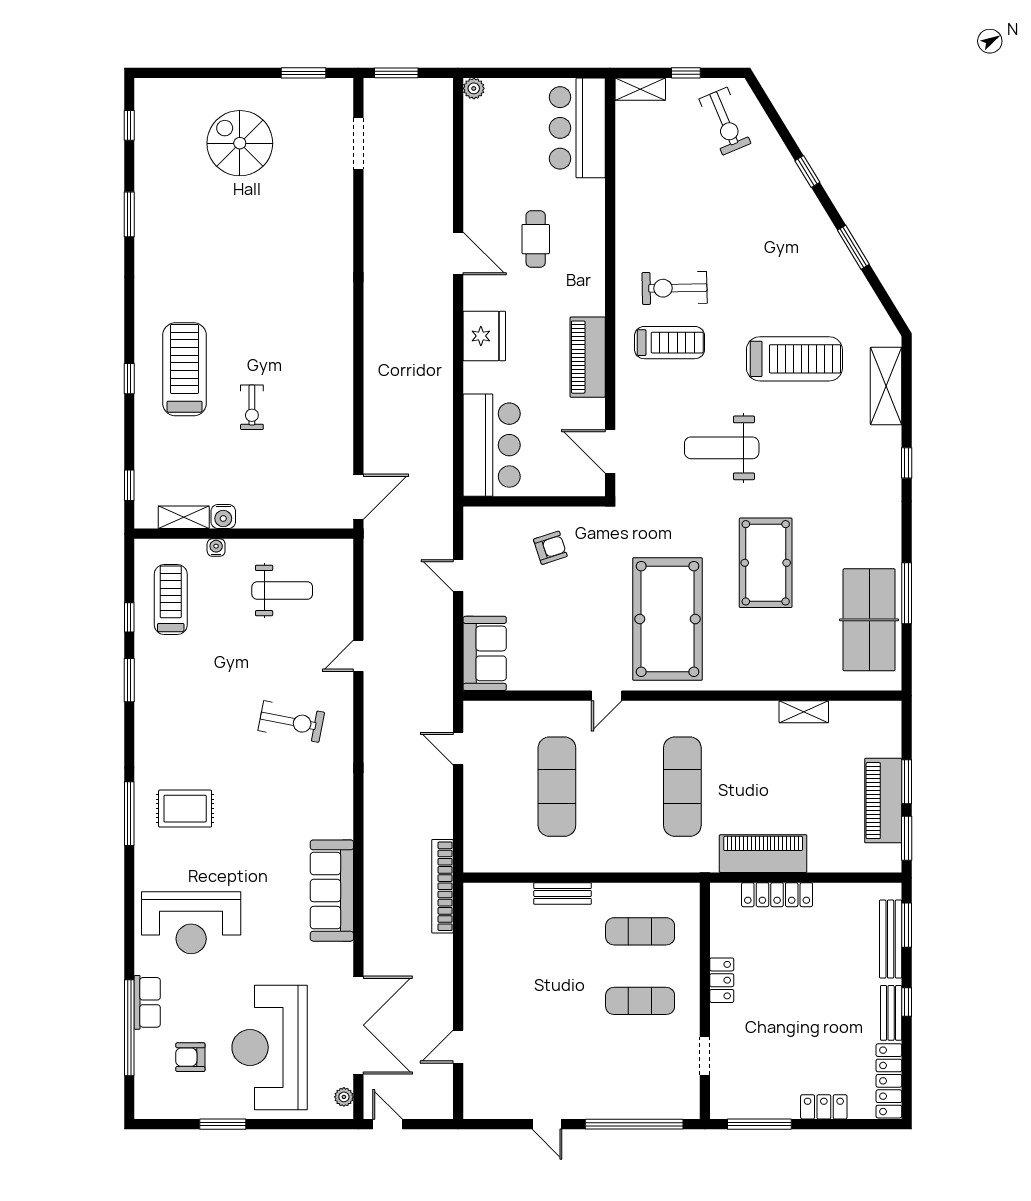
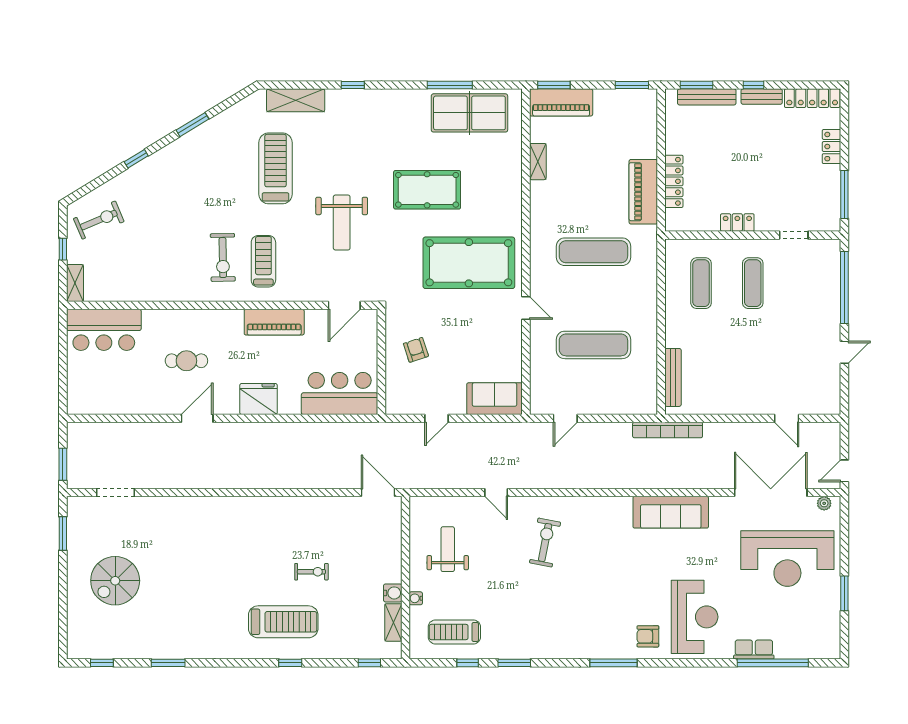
plant: (474, 88) -> (74, 407), removed
treadmill: (184, 369) -> (283, 622), turned 180
window: (907, 782) -> (554, 85), moved
piano: (883, 801) -> (561, 102), moved
rug: (185, 809) -> (610, 621), removed
bench: (563, 893) -> (673, 377), moved, width x1.36
armchair: (190, 1057) -> (648, 636), moved, turned 90

